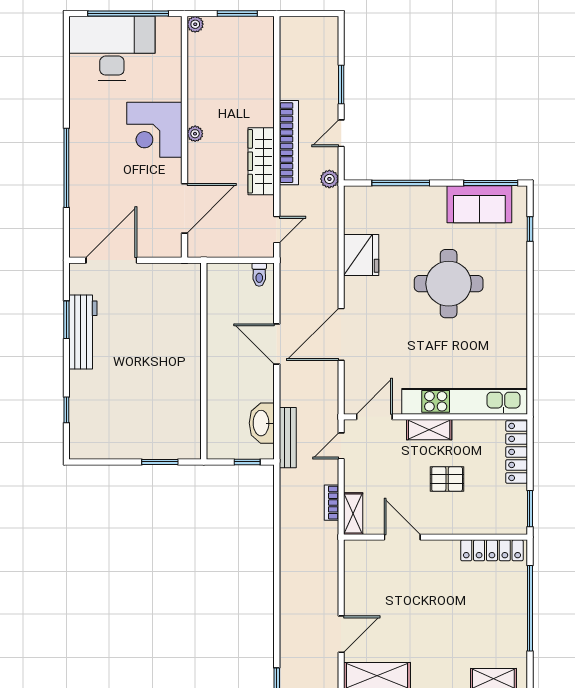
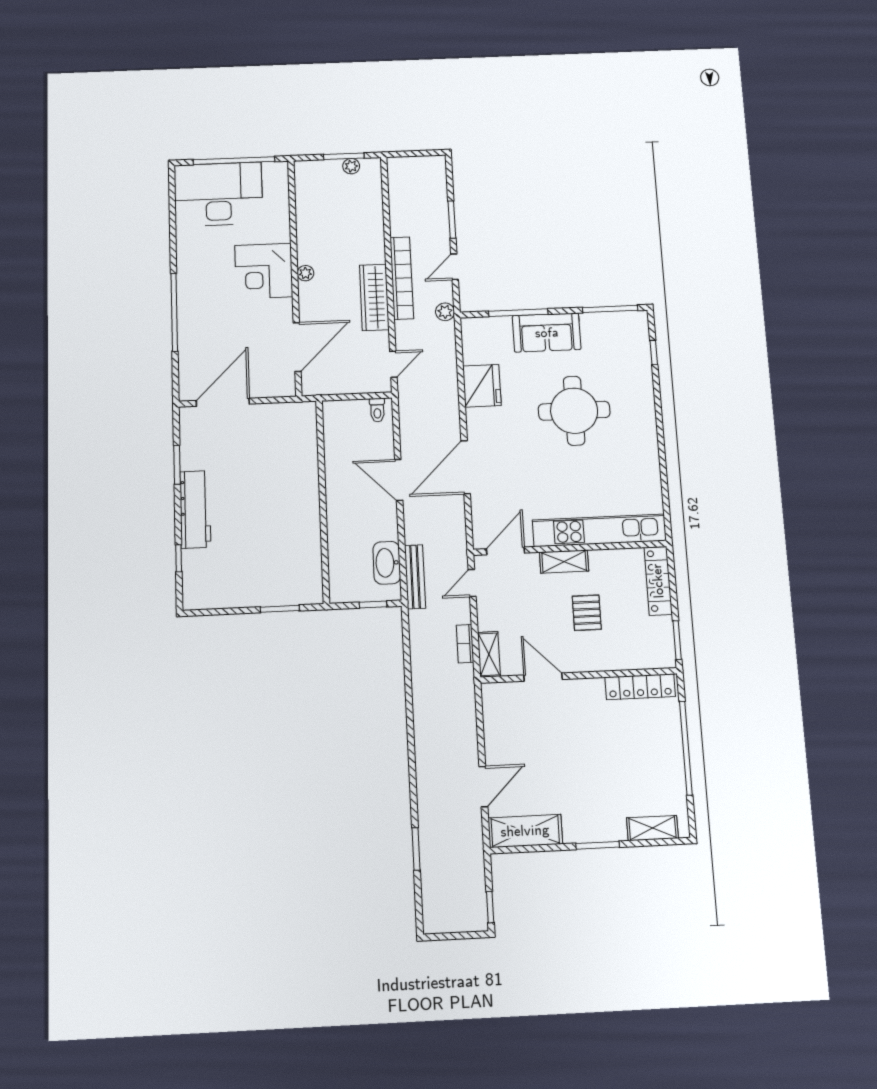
plant: (195, 24) -> (351, 166), moved
sofa: (479, 204) -> (547, 333), moved
workbench: (83, 332) -> (195, 509), moved
pallet: (447, 479) -> (587, 613), turned 90

